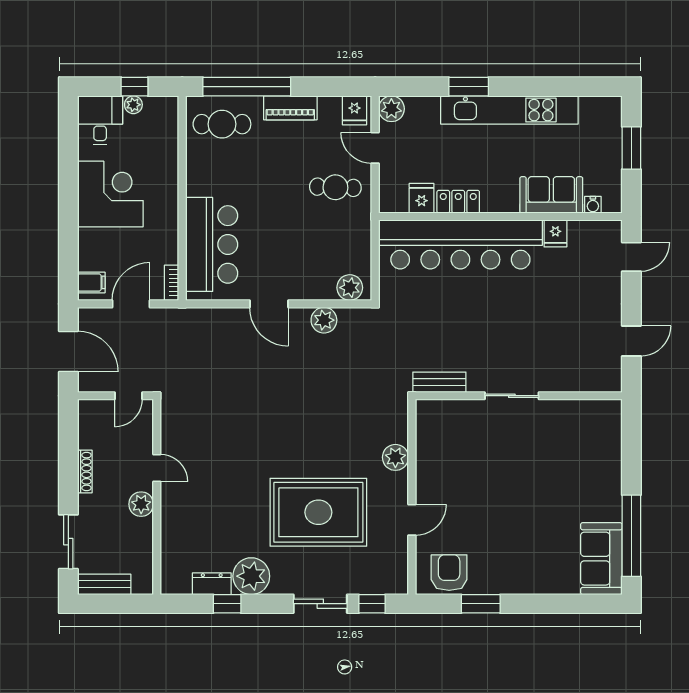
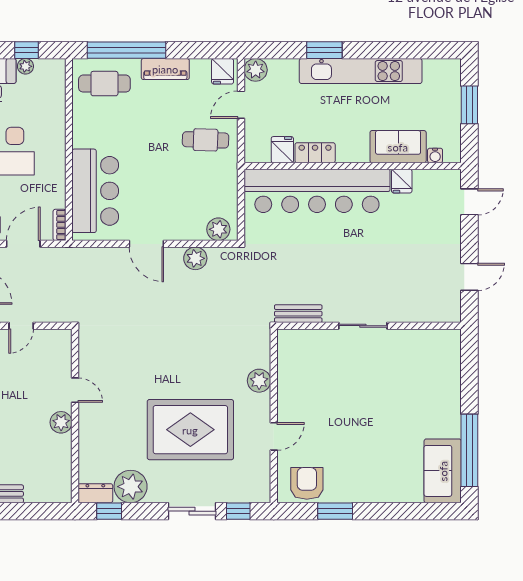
door: (375, 148) -> (241, 105), hinge flipped
door: (157, 468) -> (75, 390), moved
wall: (157, 497) -> (75, 416), moved
plant: (141, 504) -> (61, 422), moved

